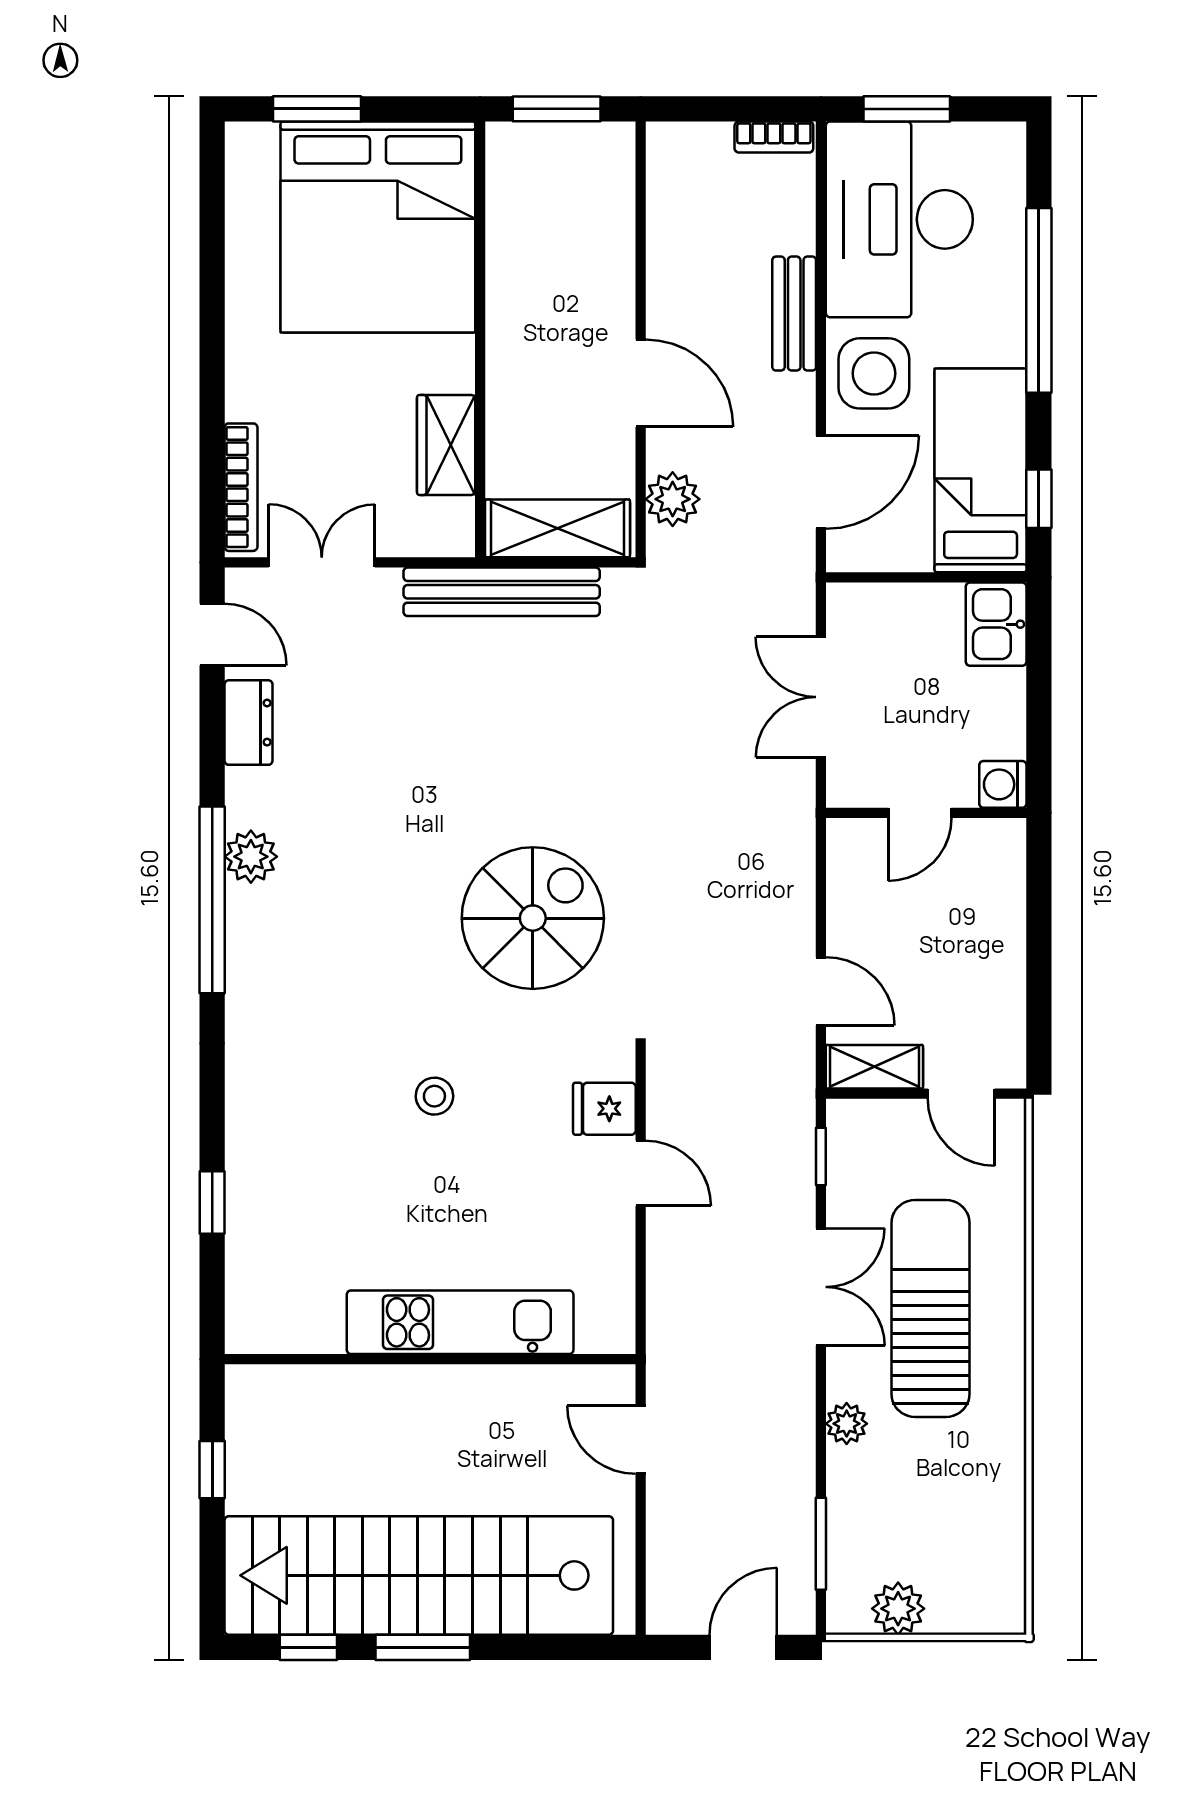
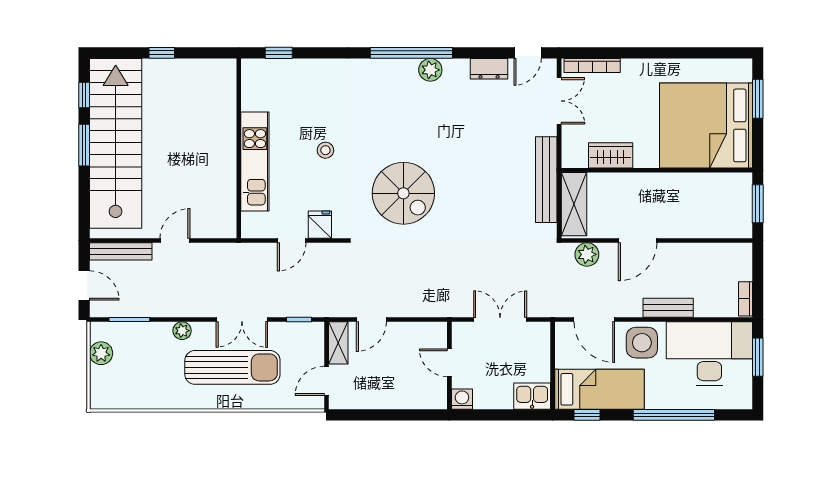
kitchen unit: (460, 1322) -> (255, 161), moved
wall: (430, 1359) -> (239, 148), moved
bench: (665, 1564) -> (121, 251), added

